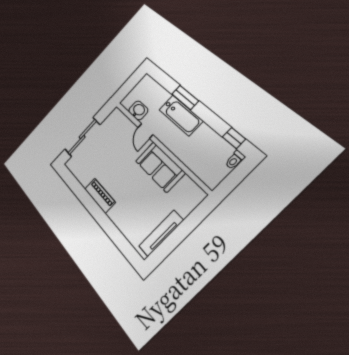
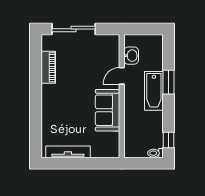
piano: (100, 196) -> (48, 67), moved

